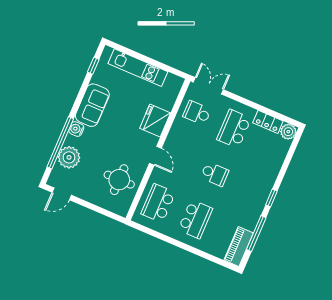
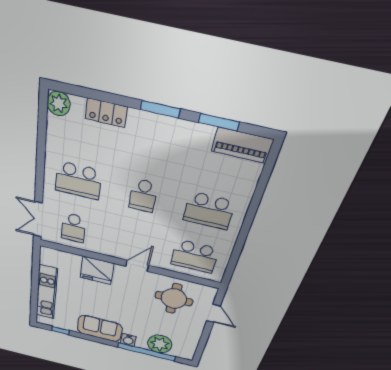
locker: (268, 122) -> (106, 113), moved, turned 90
school desk: (215, 174) -> (143, 195), turned 180
door: (62, 194) -> (213, 313), moved
window: (271, 198) -> (160, 109), width x1.50
school desk: (195, 219) -> (209, 211), turned 180
window: (256, 234) -> (219, 122), width x0.69

